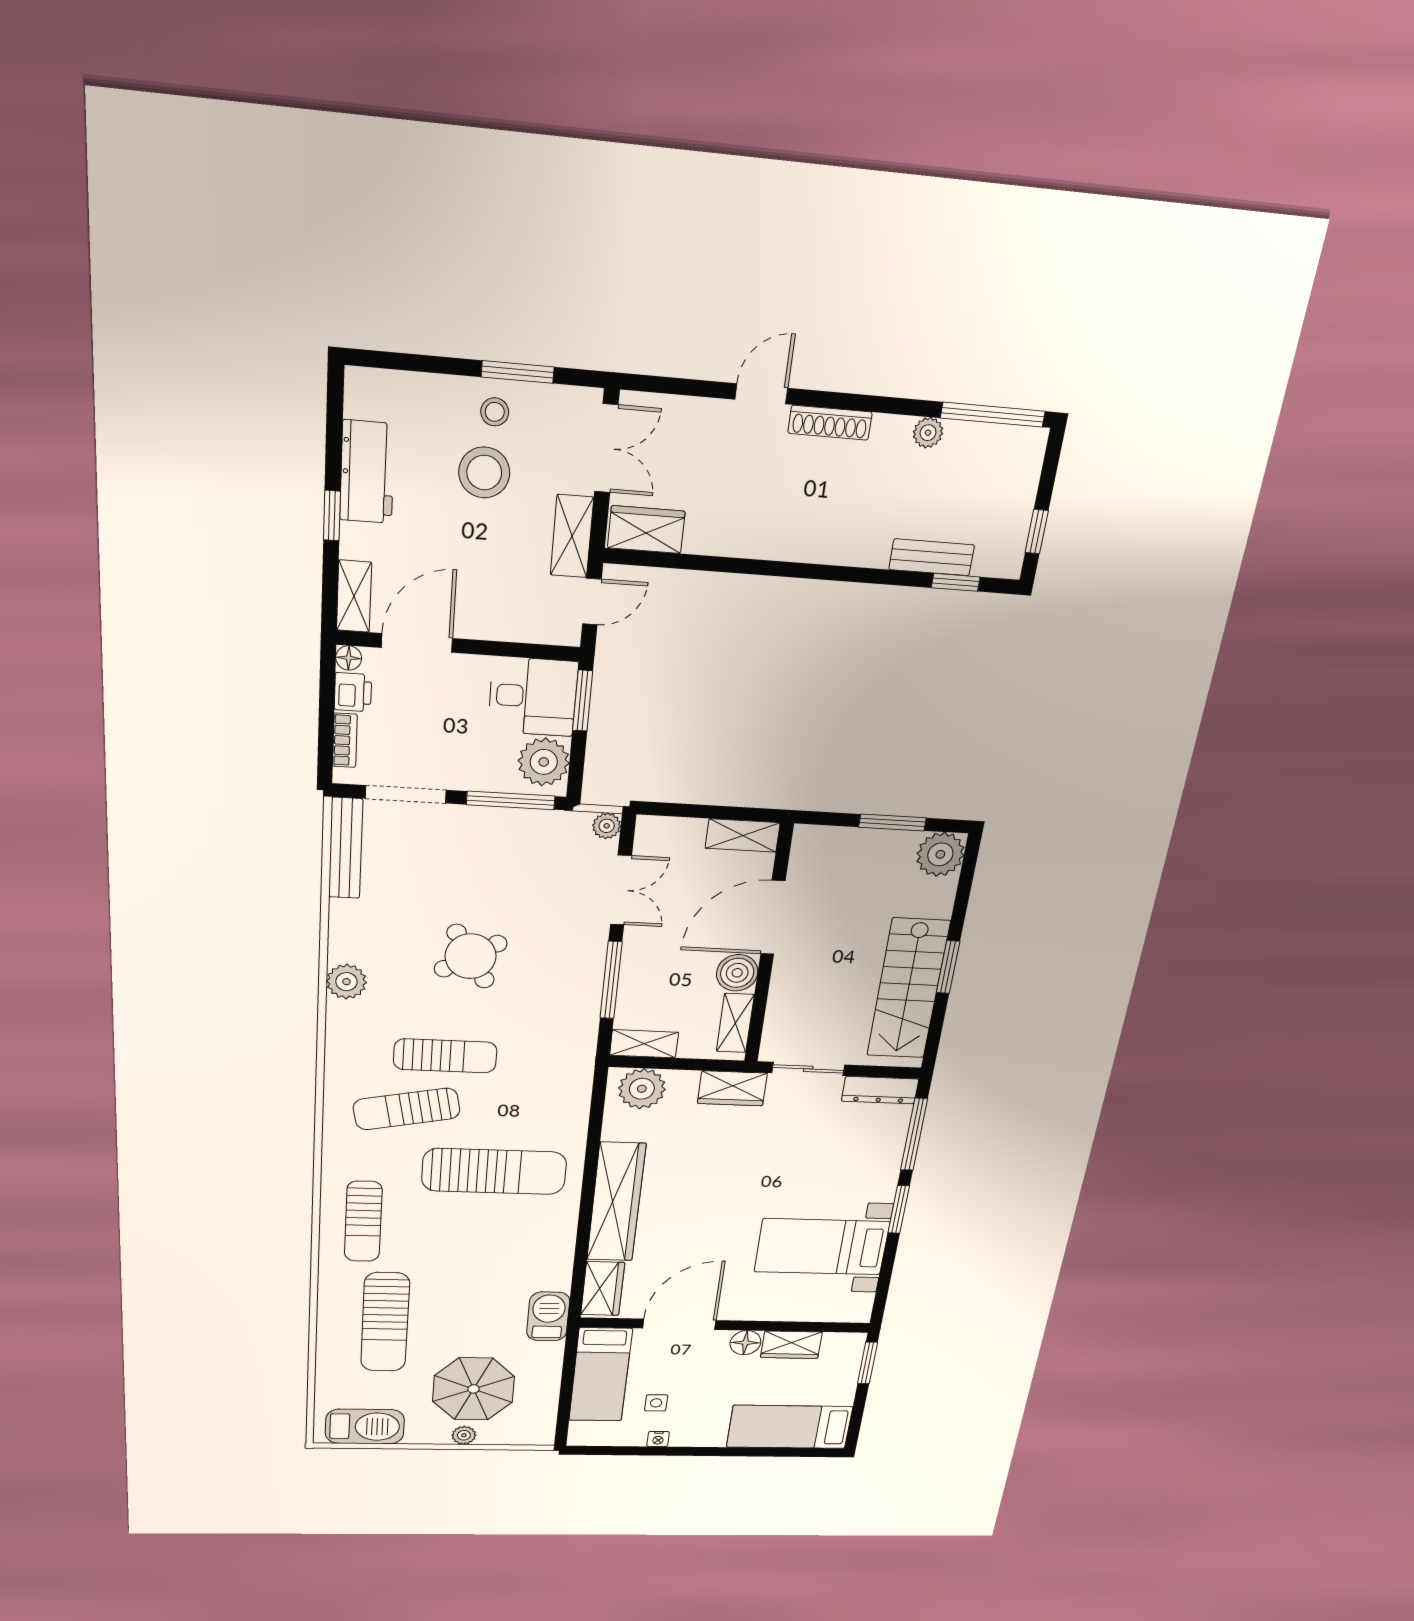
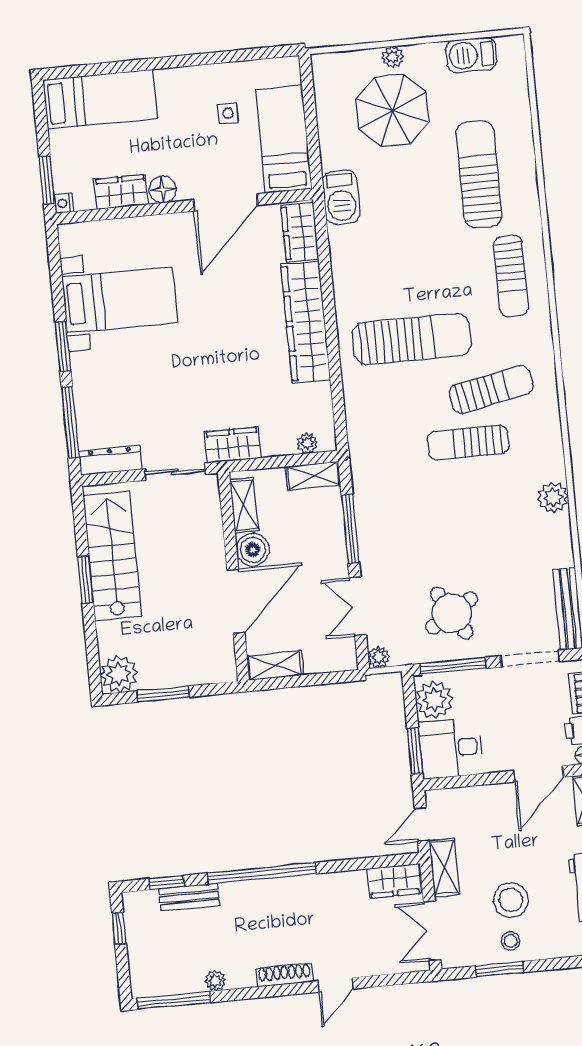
window: (826, 572) -> (262, 873), added
round table: (471, 956) -> (452, 613), moved
plant: (642, 1089) -> (307, 443), width x0.53, depth x0.53
sun lounger: (494, 1171) -> (412, 339), turned 180
sun lounger: (363, 1221) -> (511, 276), turned 180
barbecue: (365, 1426) -> (471, 55), width x0.73, depth x0.83
nightstand: (658, 1439) -> (64, 203), moved, turned -90

